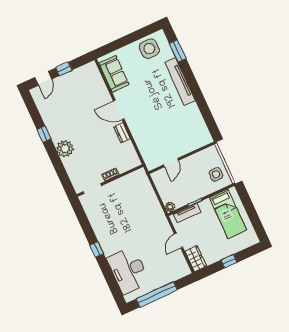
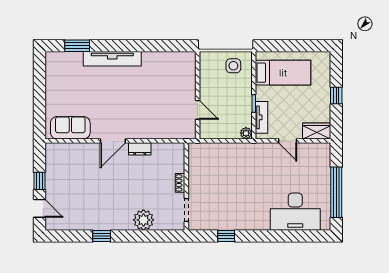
side table: (149, 49) -> (60, 76), removed
plant: (65, 149) -> (143, 220), moved
window: (97, 249) -> (226, 236), moved

